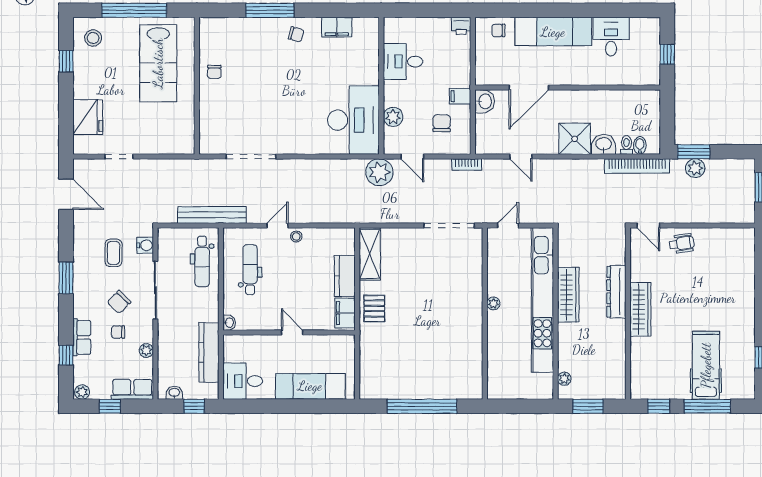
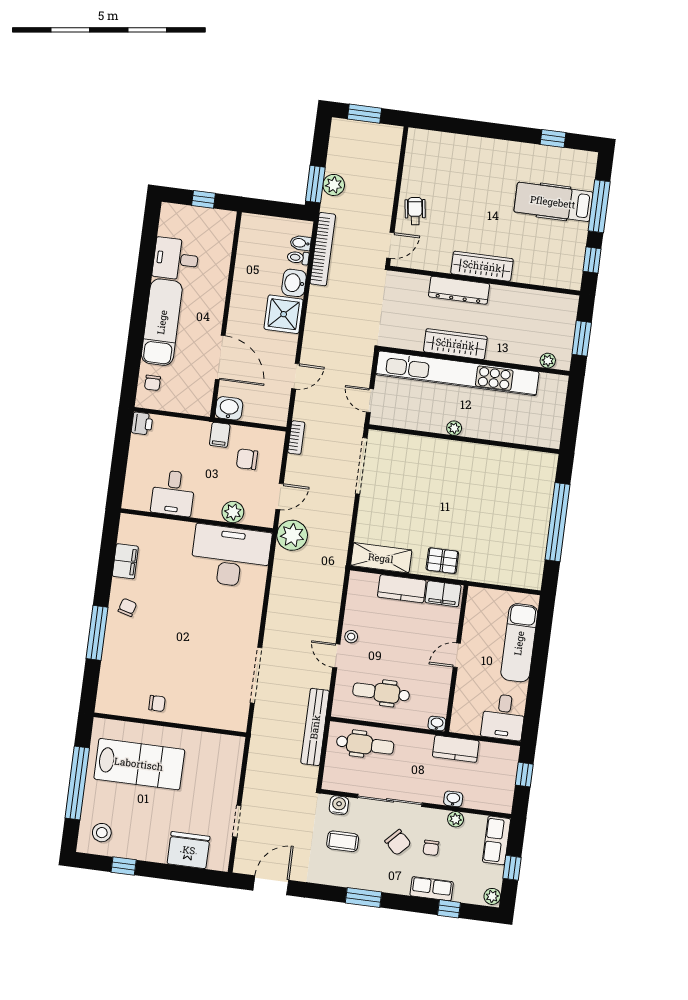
kitchen counter: (209, 352) -> (456, 749), width x0.67
washbasin: (174, 393) -> (453, 799), moved, turned 90

